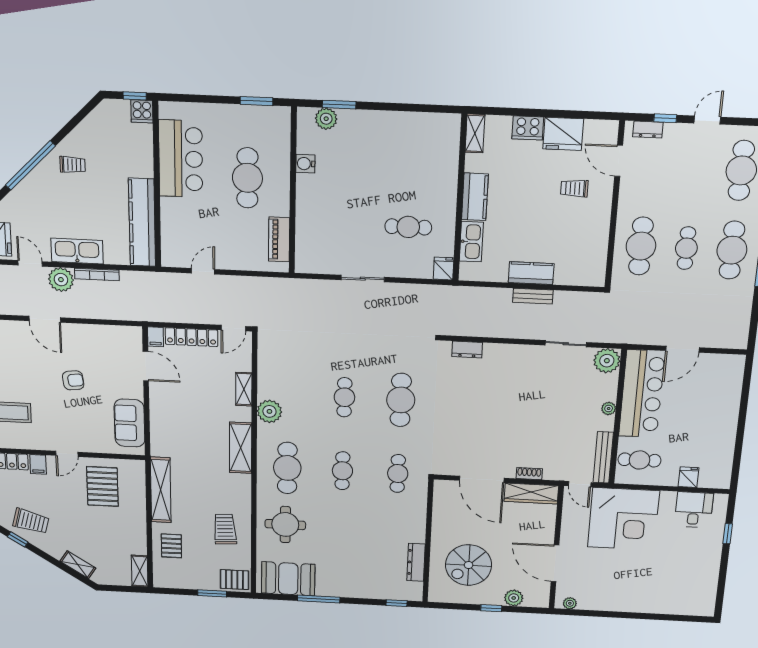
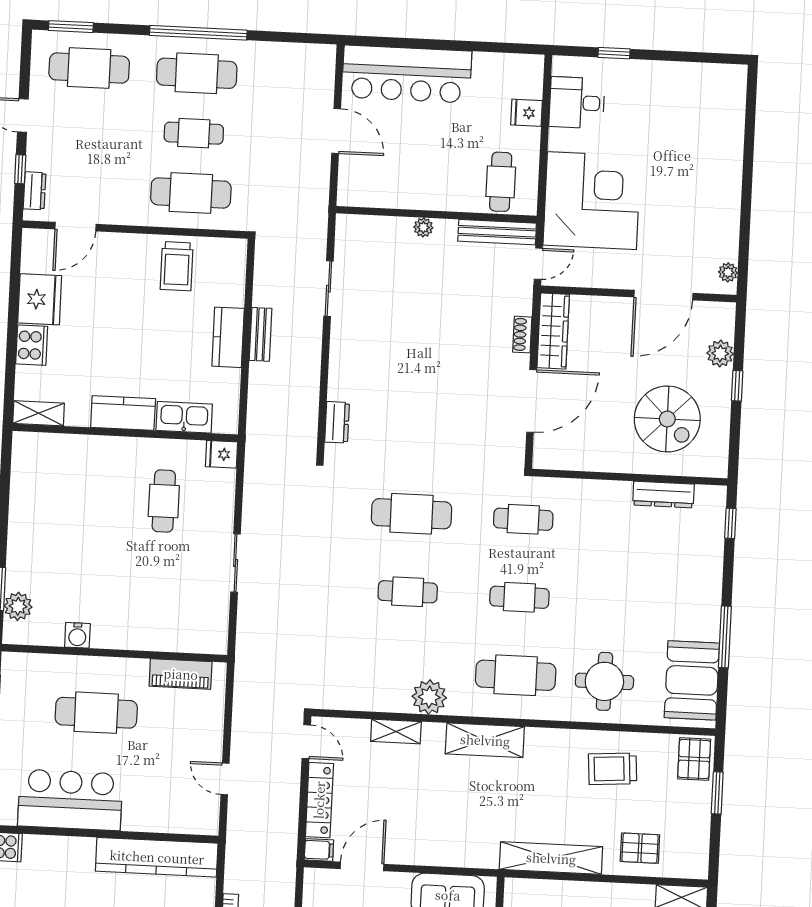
trolley: (574, 188) -> (177, 266), moved, width x1.36, depth x1.39
plant: (607, 361) -> (353, 232), removed
bar counter: (642, 394) -> (407, 74), moved, turned 180

